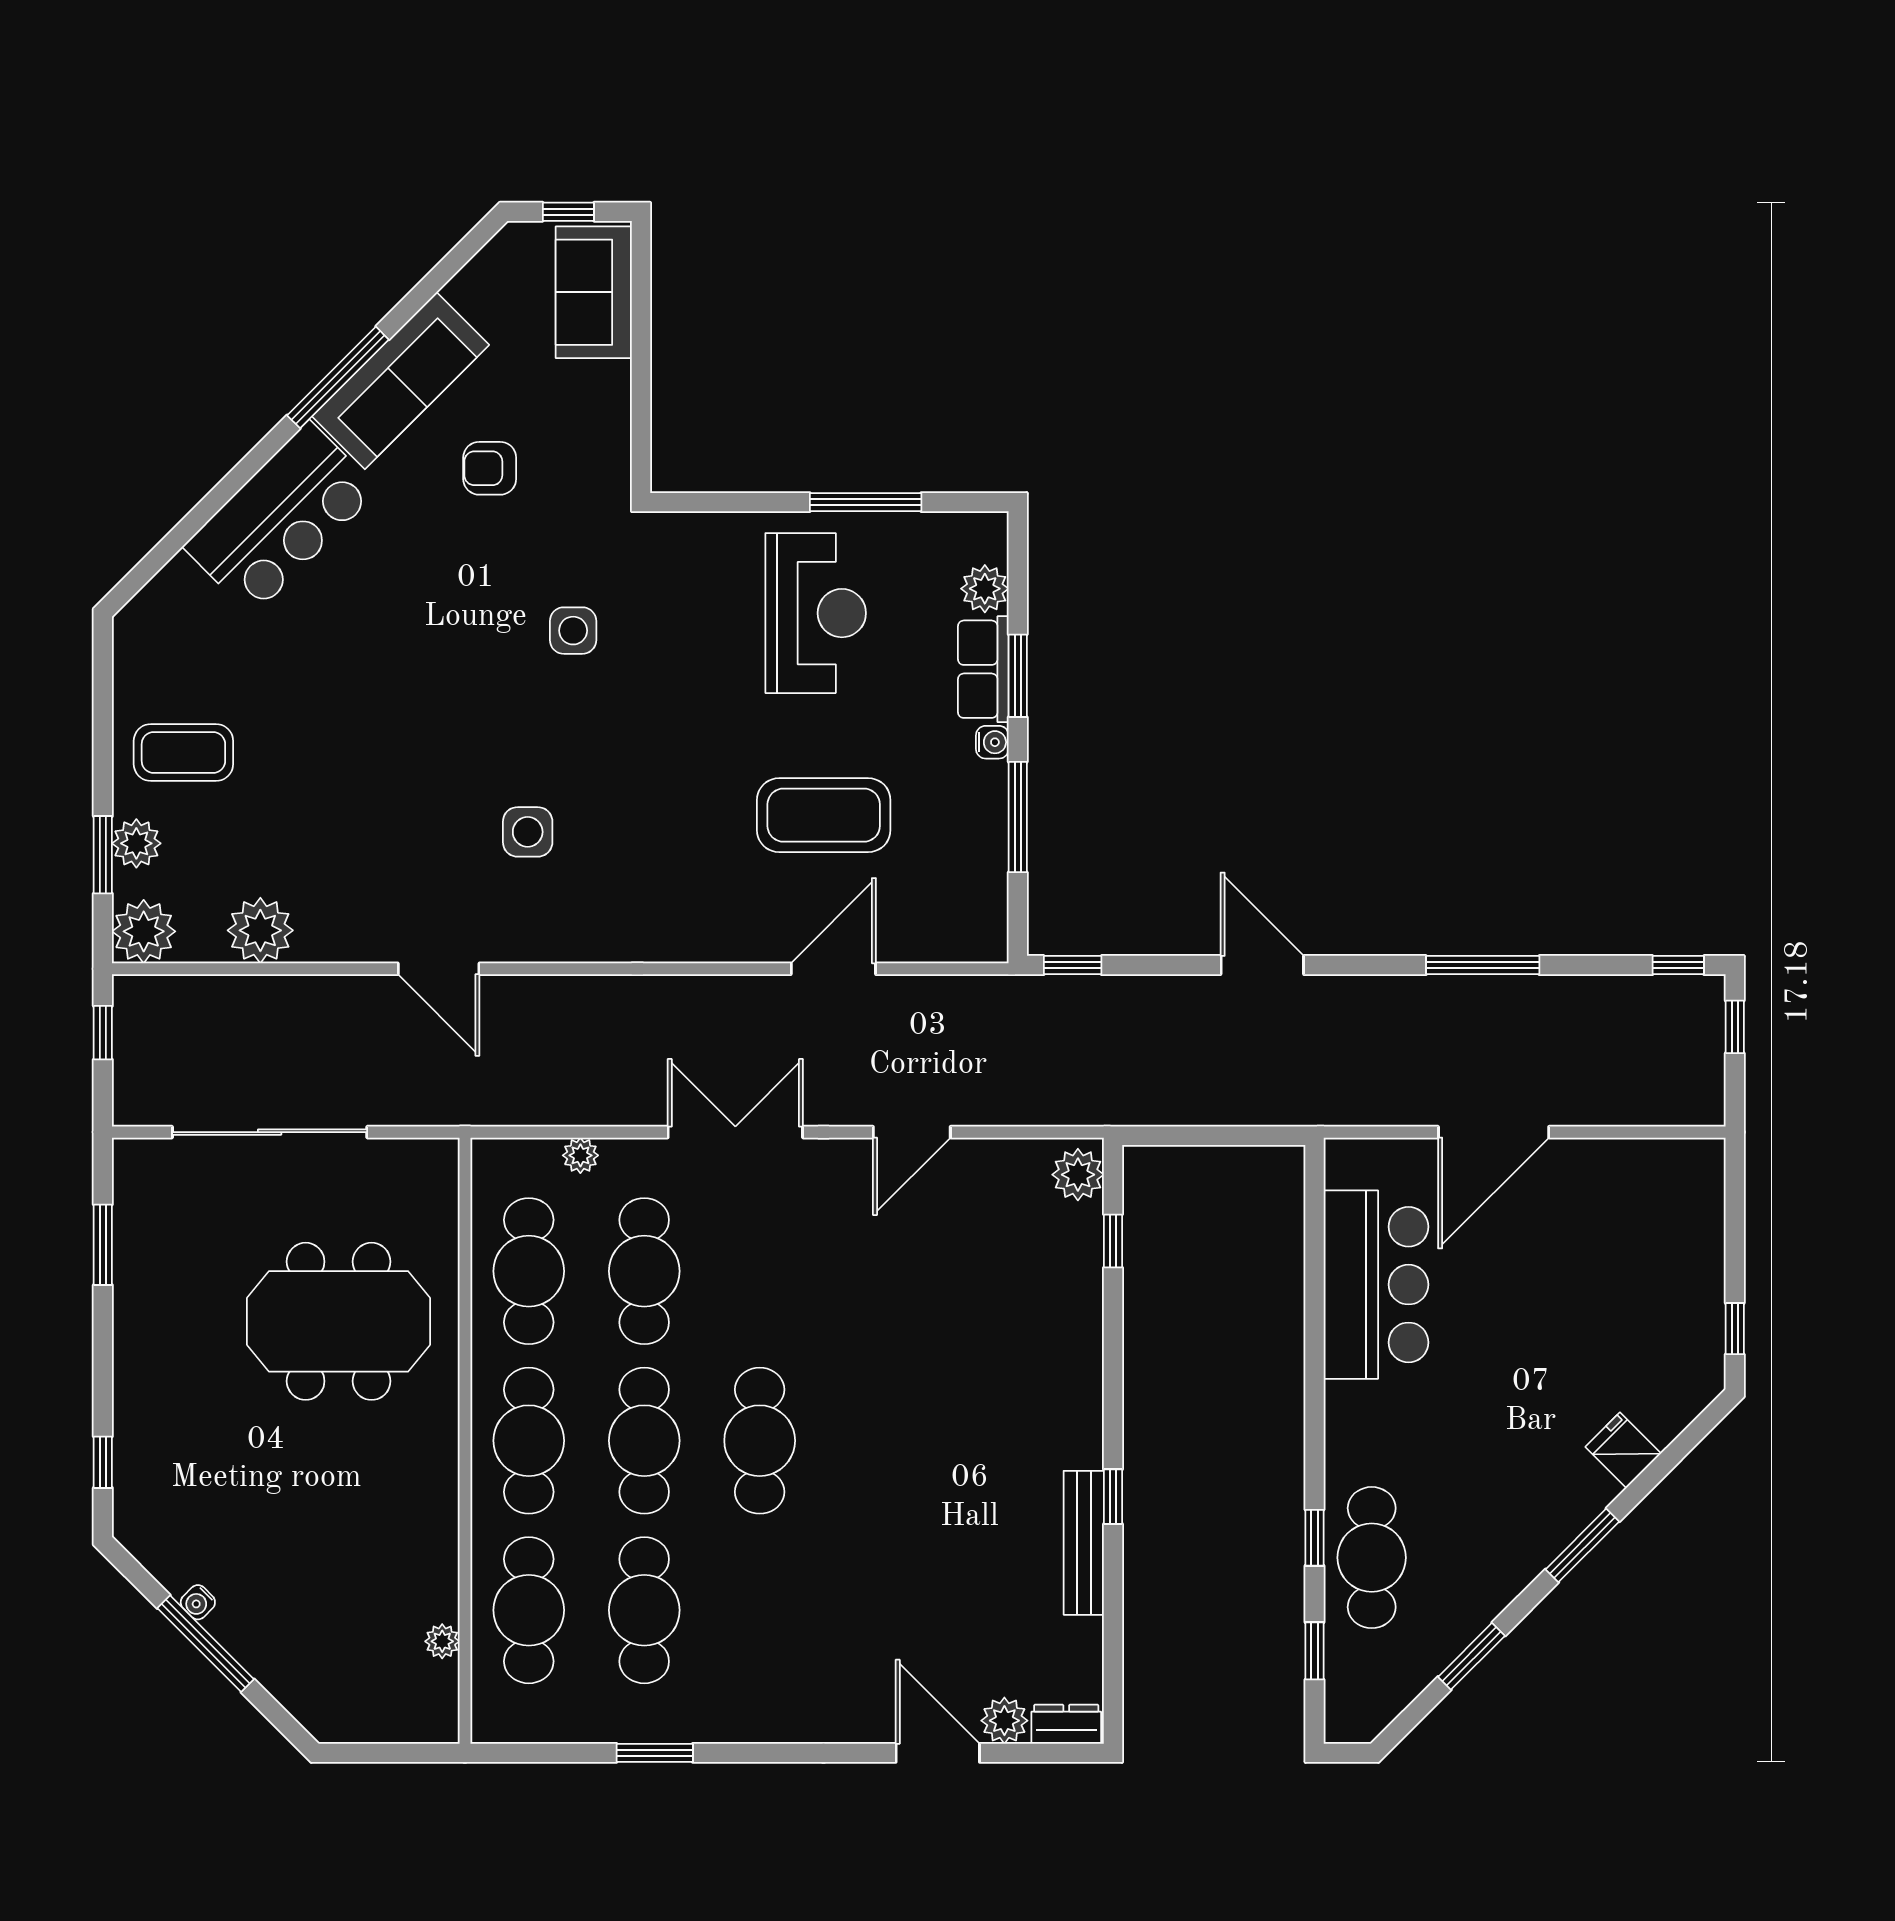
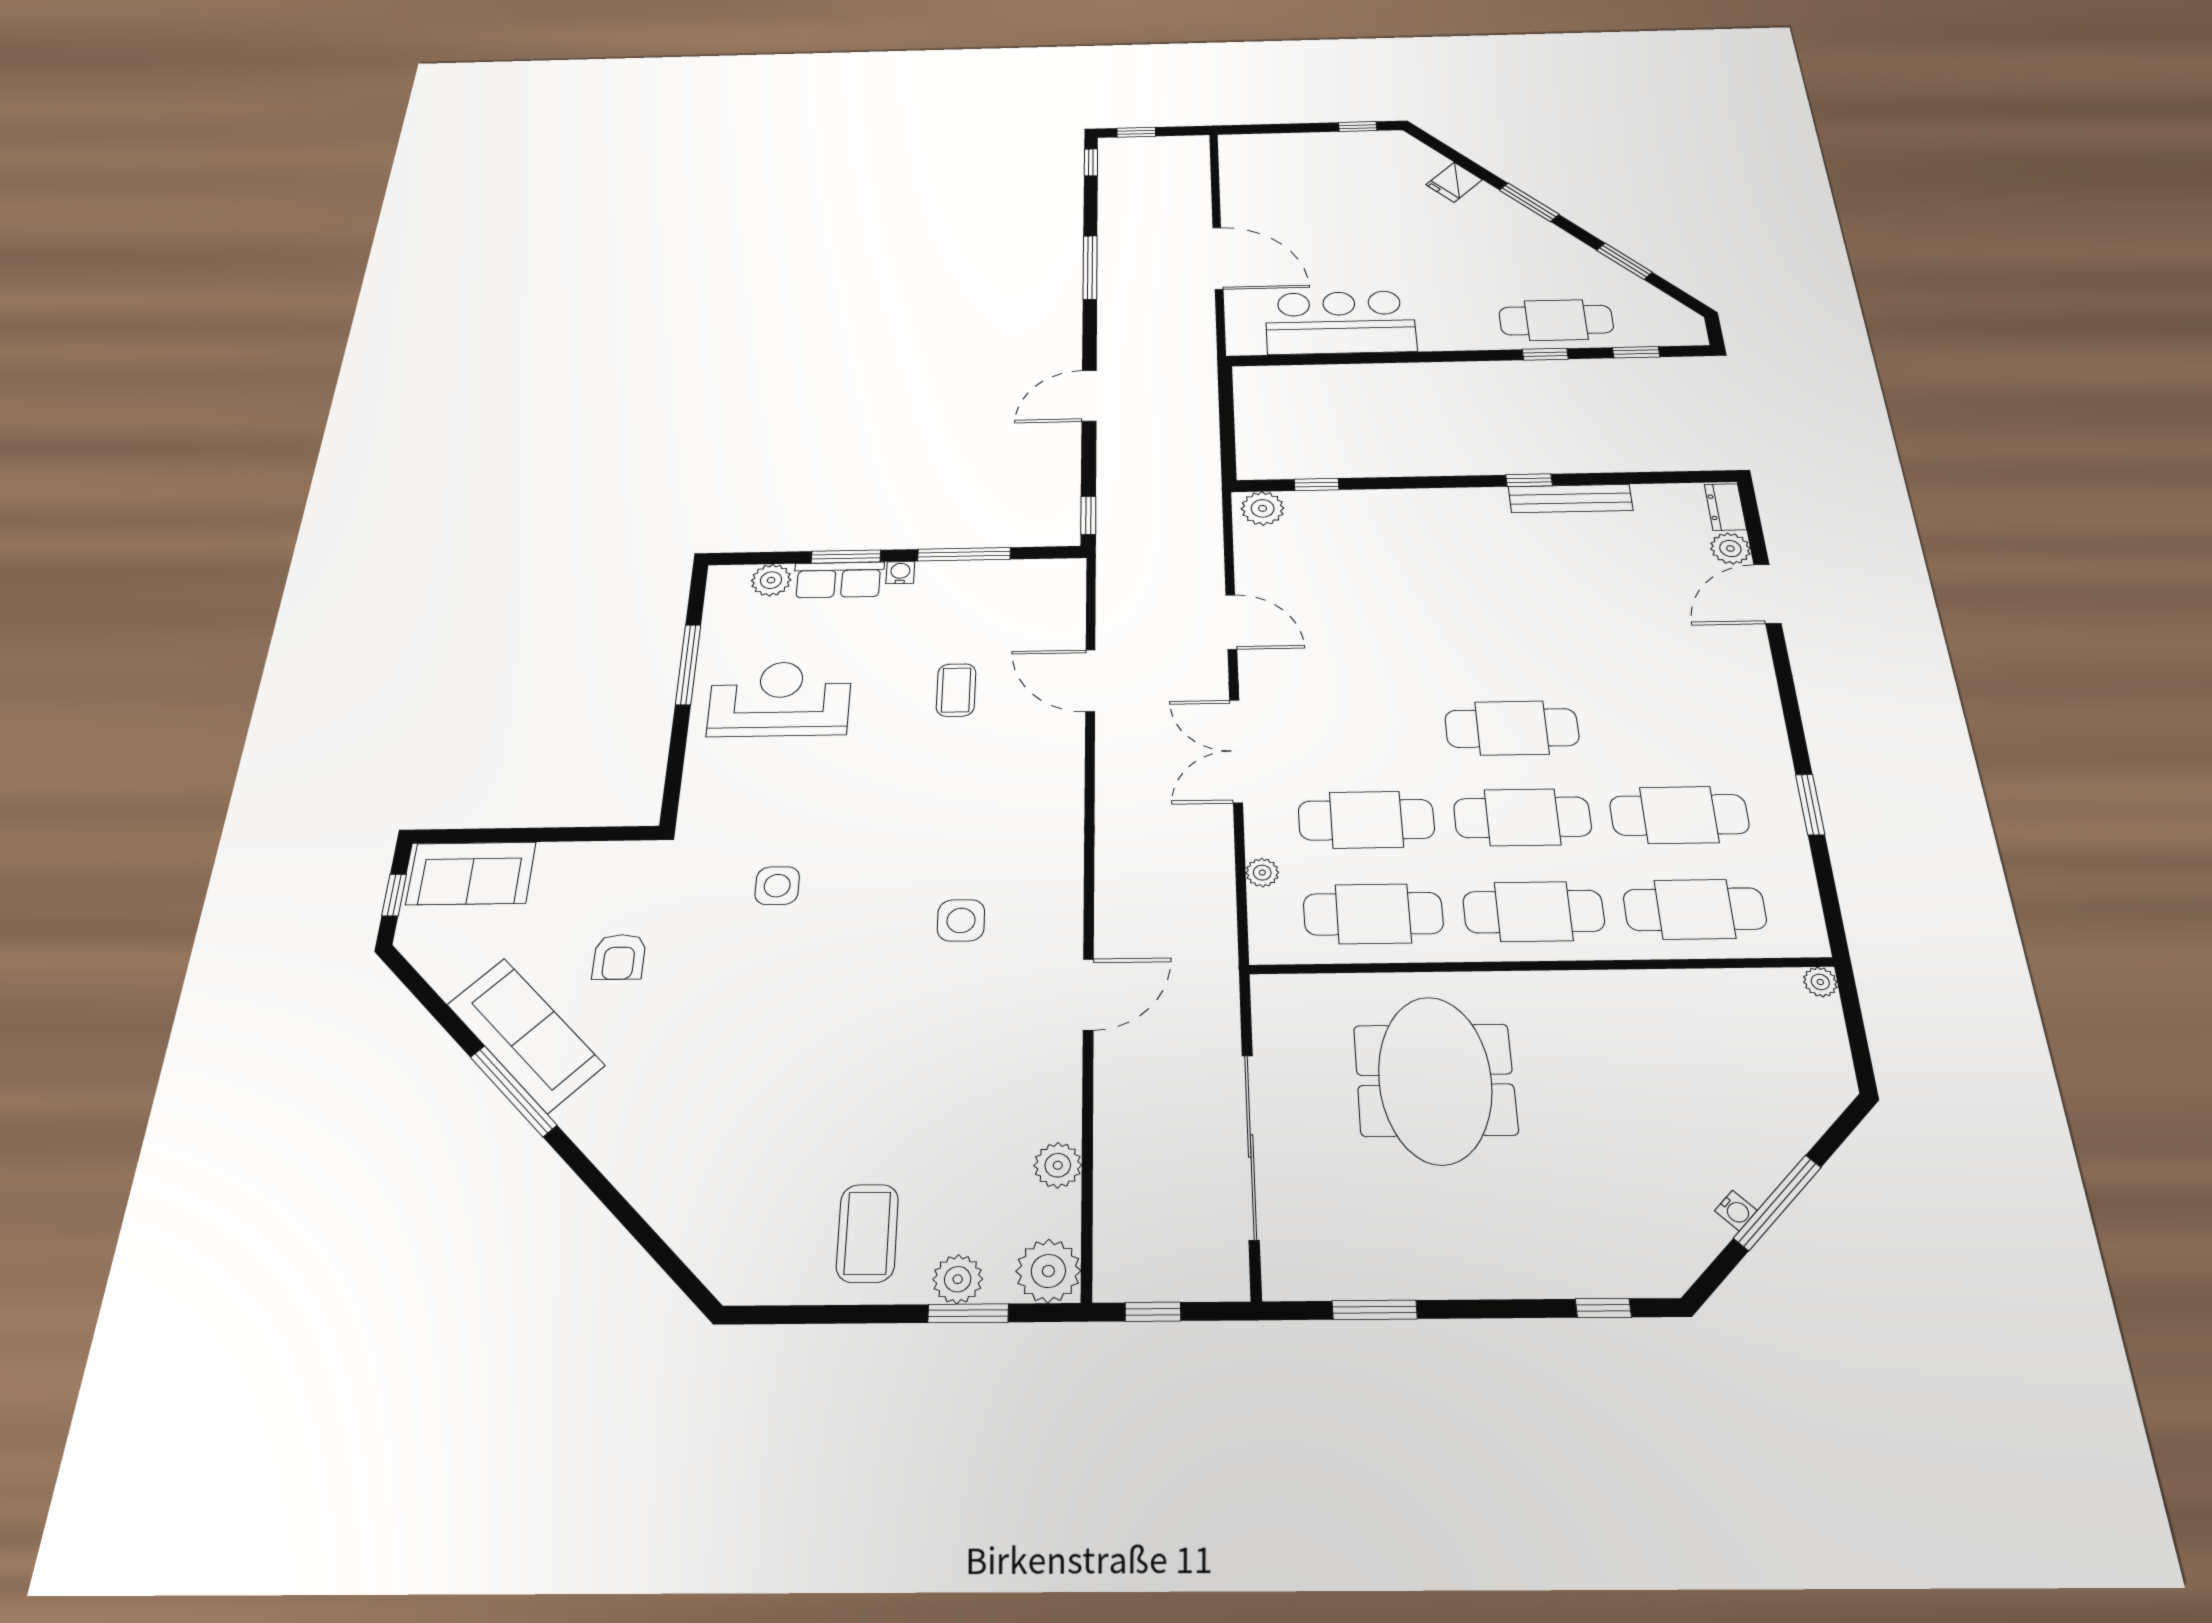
bar counter: (281, 518) -> (643, 1142), removed
coffee table: (824, 815) -> (956, 690), width x0.54, depth x0.58
plant: (260, 930) -> (1058, 1165), width x0.73, depth x0.73
plant: (442, 1641) -> (1820, 982), moved

